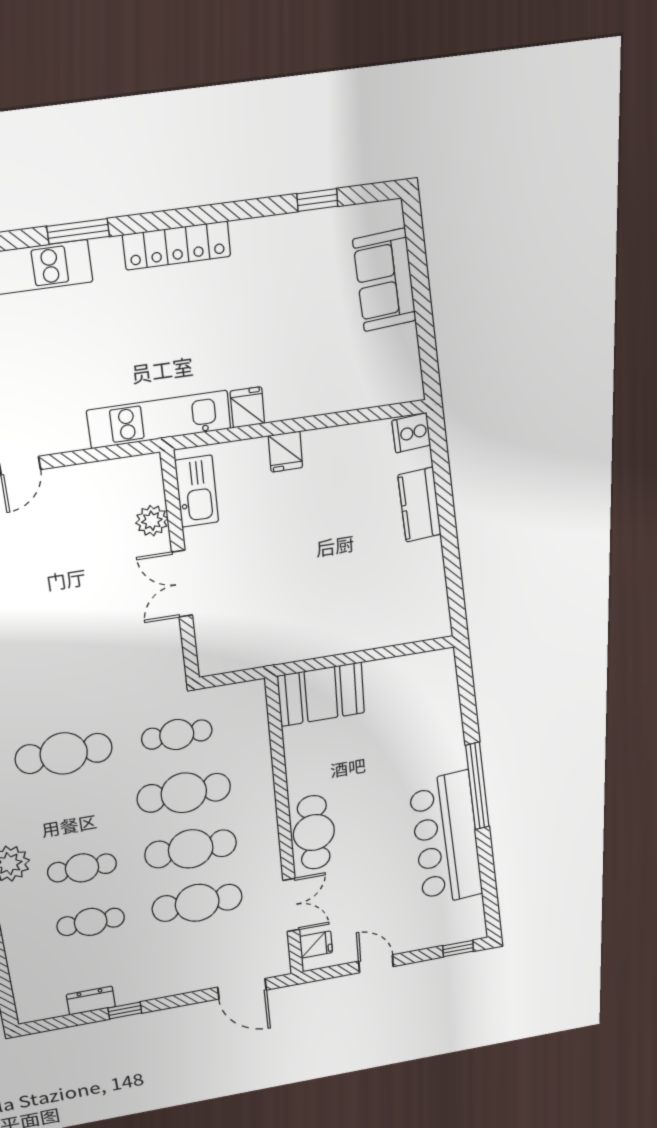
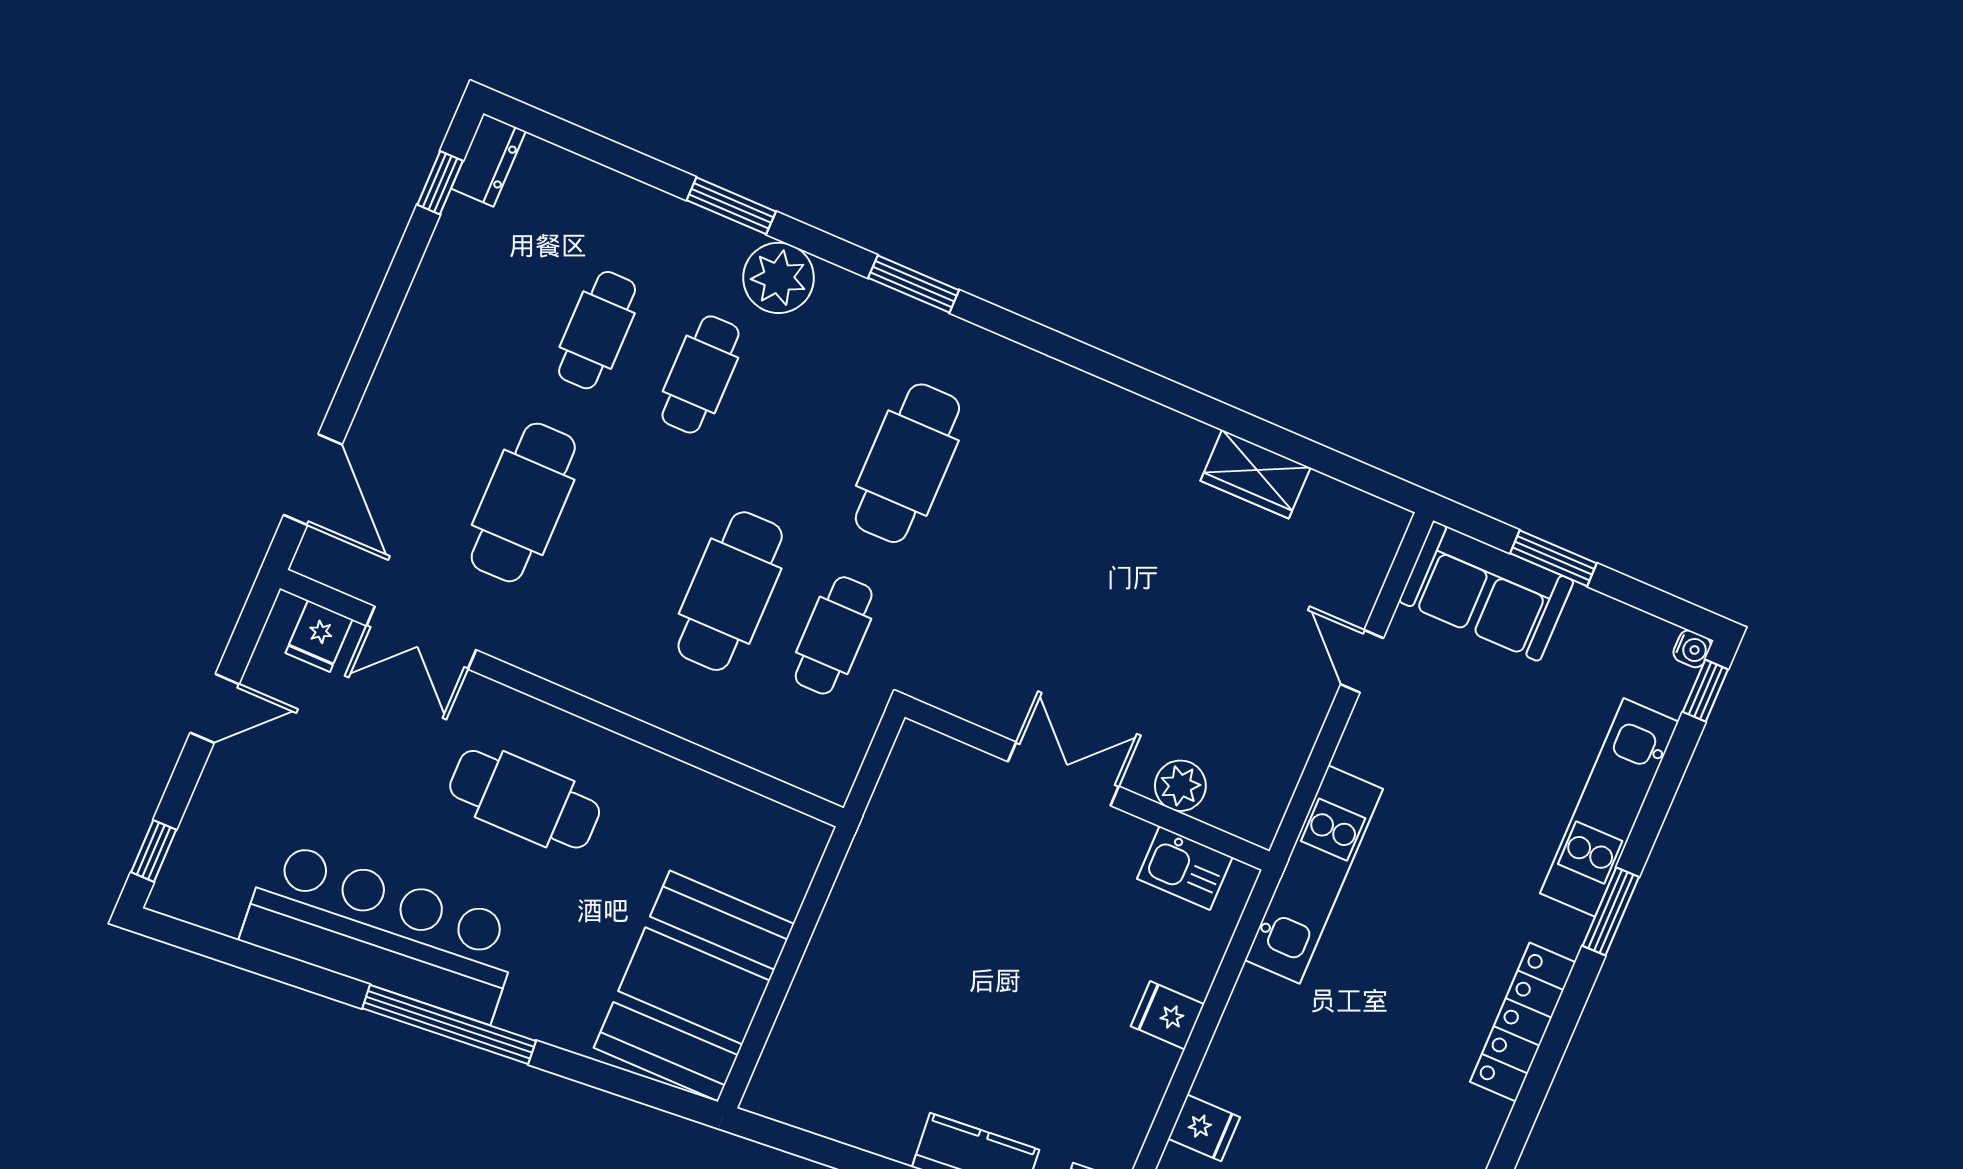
fridge: (247, 407) -> (1204, 1128), moved
kitchen sink: (197, 491) -> (1185, 868), width x0.73
booth: (321, 694) -> (694, 986), moved, width x1.36, depth x1.42
cafe table: (314, 833) -> (525, 799), moved
cafe table: (191, 849) -> (627, 547), removed
door: (242, 989) -> (313, 480), swing flipped
dresser: (91, 1001) -> (488, 160), moved
window: (125, 1010) -> (440, 183), moved

